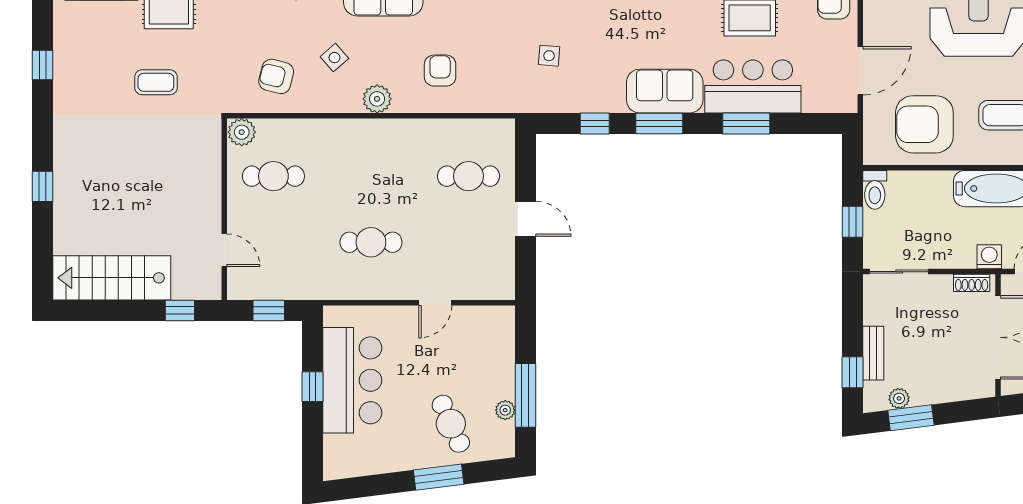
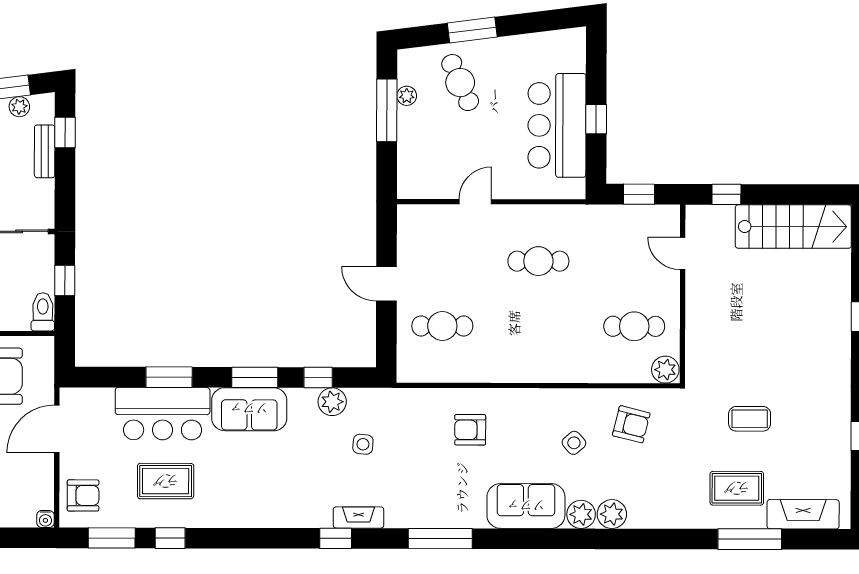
armchair: (440, 71) -> (470, 430), turned 90
plant: (377, 99) -> (332, 402), moved

